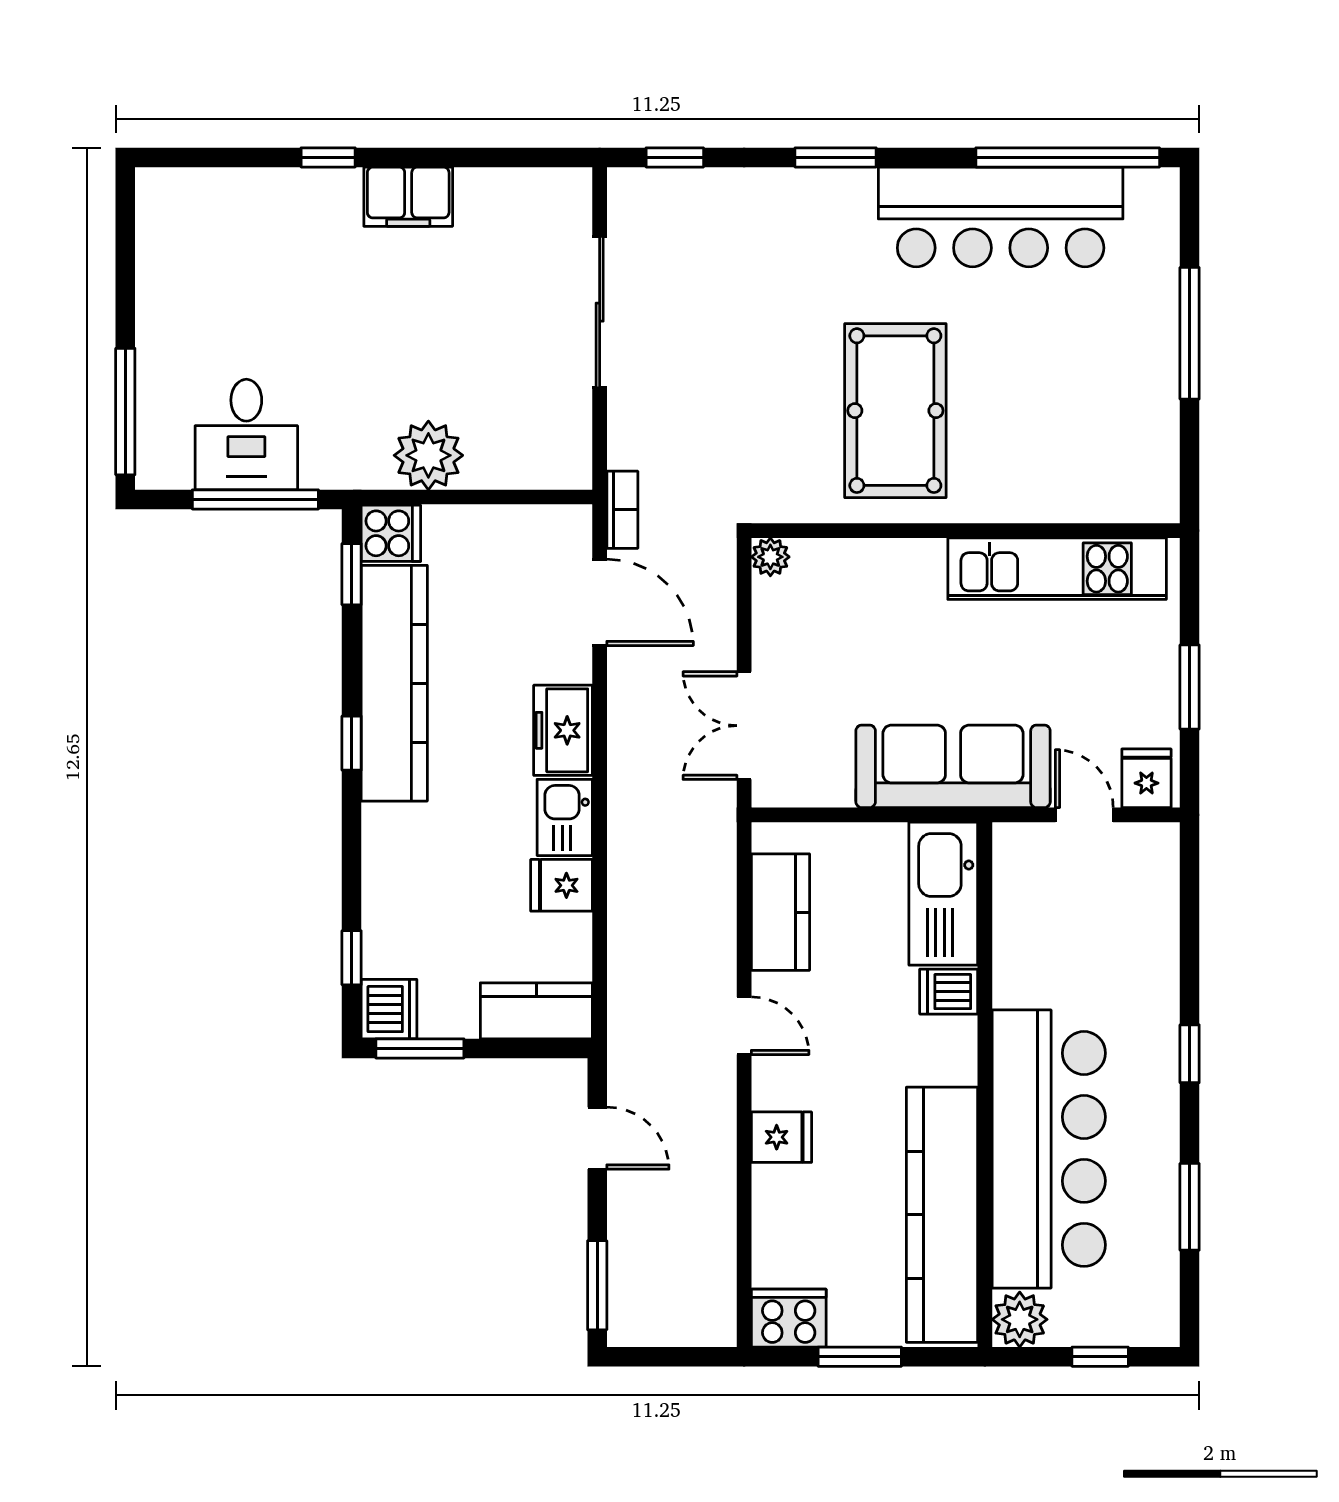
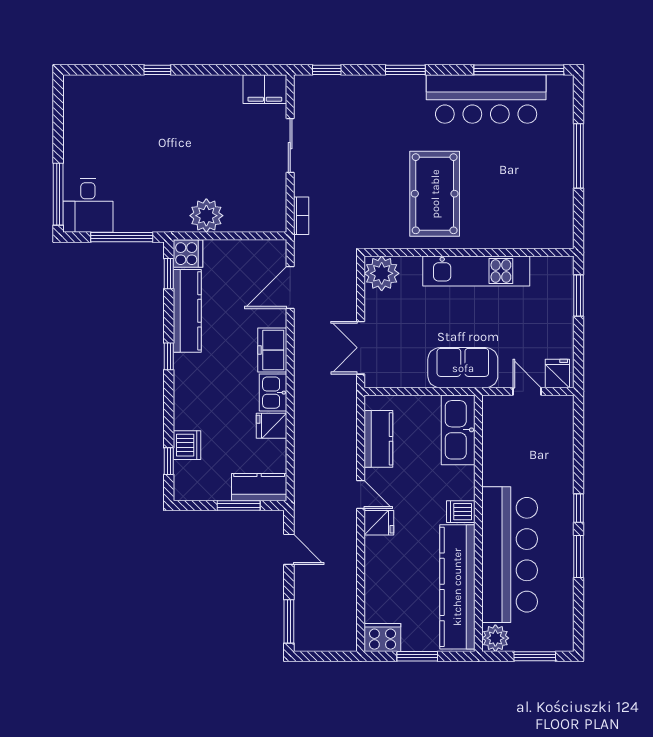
filing cabinet: (408, 197) -> (265, 89), moved
sliding door: (600, 312) -> (290, 146), width x0.73
desk: (246, 435) -> (88, 205), moved
bookcase: (622, 510) -> (301, 216), moved
plant: (770, 557) -> (382, 273), width x1.88, depth x1.88
kitchen unit: (1057, 569) -> (476, 271), moved
door: (600, 602) -> (290, 287), swing flipped
kitchen counter: (394, 683) -> (187, 311), width x0.72, depth x0.86
window: (1190, 687) -> (578, 296), moved
sofa: (953, 766) -> (463, 368), width x0.73
dishwasher: (949, 992) -> (461, 512), moved
dishwasher: (389, 1009) -> (187, 445), moved
window: (420, 1048) -> (239, 506), moved
fridge: (781, 1137) -> (379, 523), moved
window: (1190, 1207) -> (578, 557), moved
window: (1100, 1357) -> (535, 656), width x1.50

